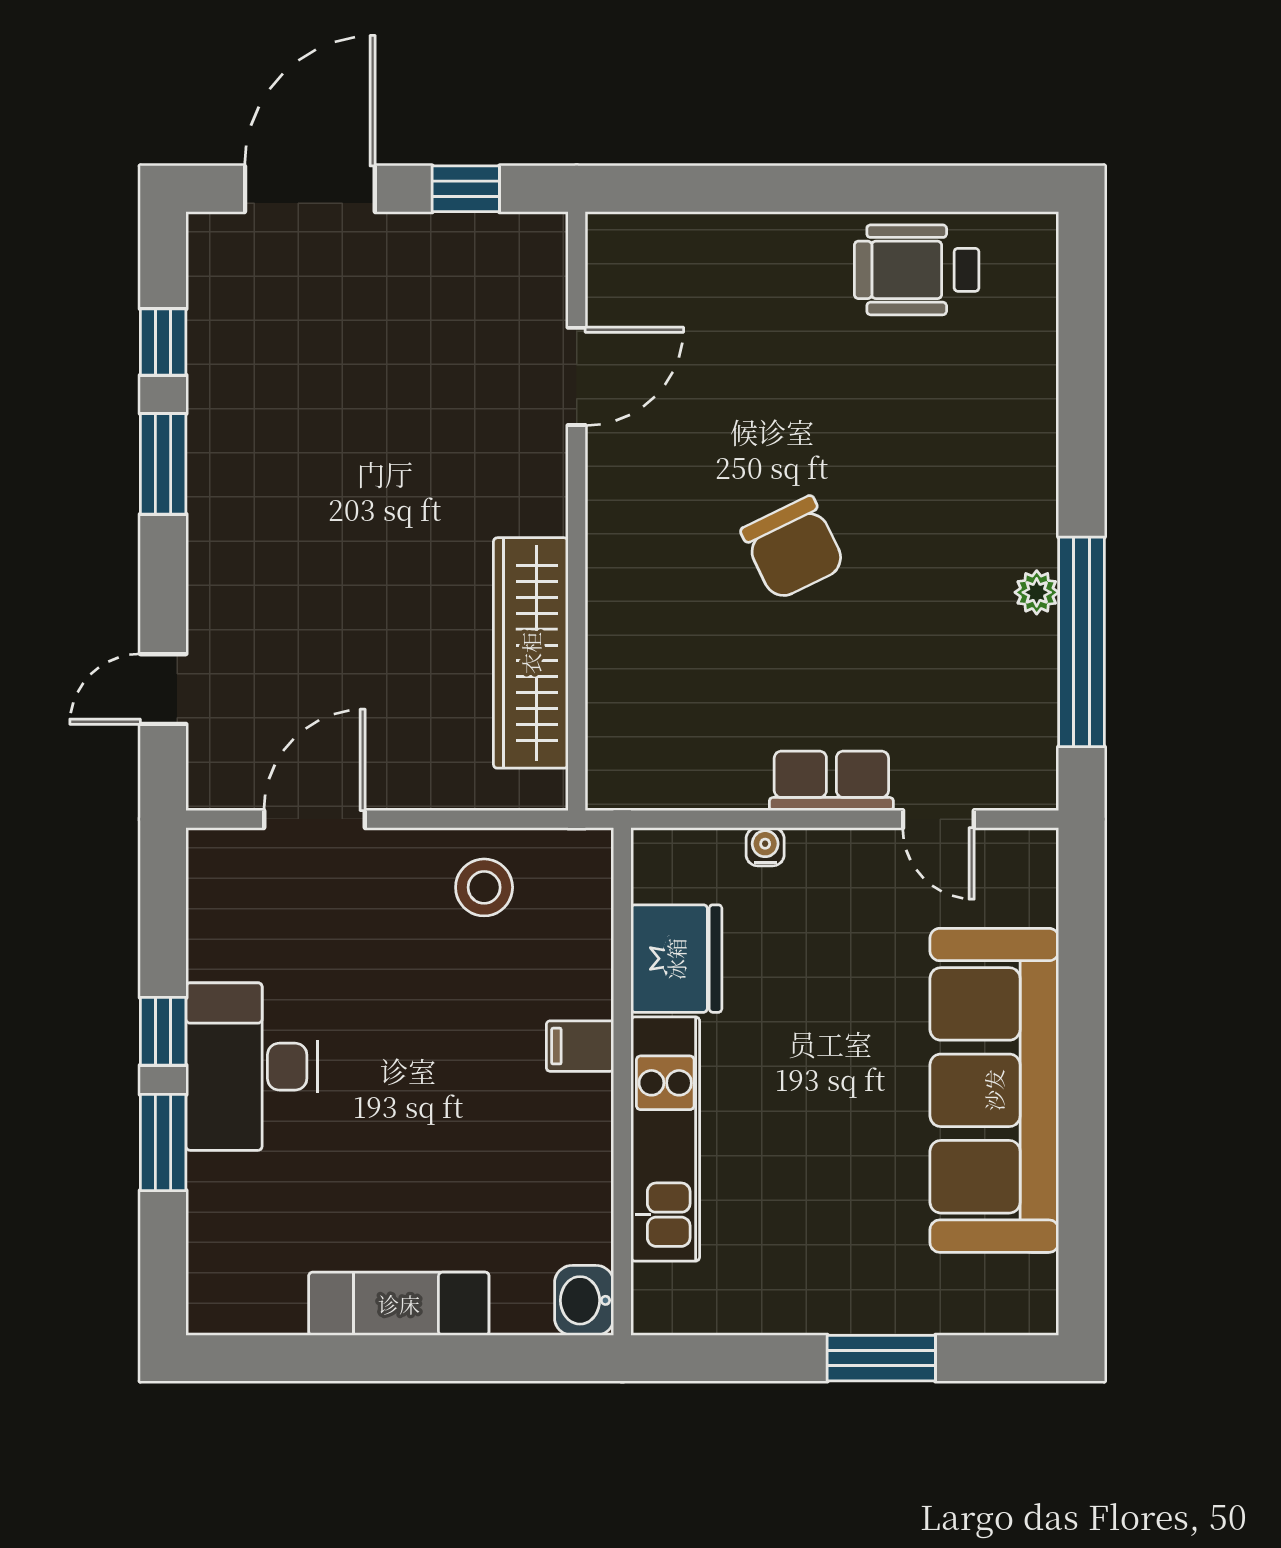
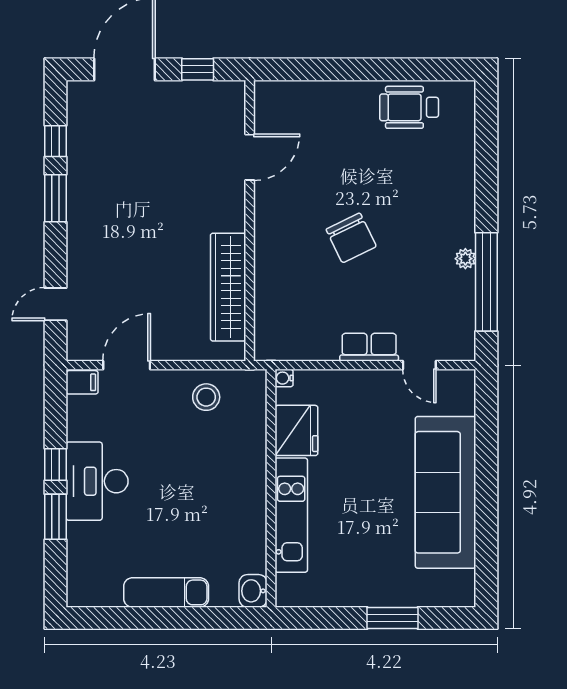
water cooler: (765, 847) -> (284, 378), moved, turned -90
filing cabinet: (580, 1046) -> (82, 382), moved, turned 180

